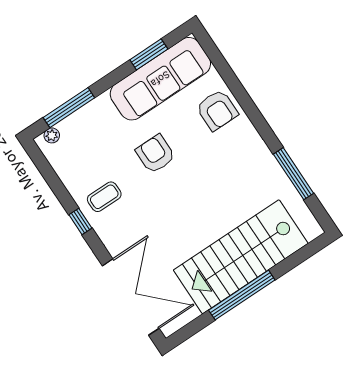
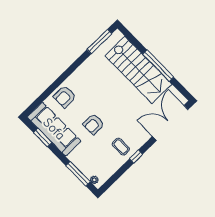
armchair: (217, 110) -> (65, 97), turned 180
window: (294, 174) -> (99, 42), moved

